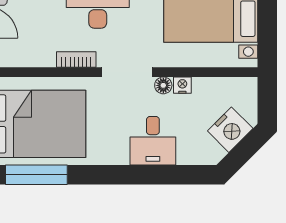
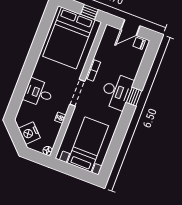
floor lamp: (163, 85) -> (48, 151), moved
window: (36, 175) -> (44, 29), removed

